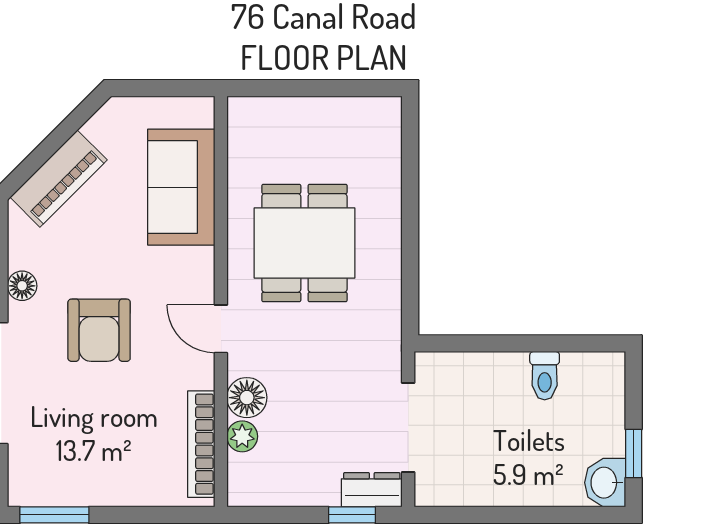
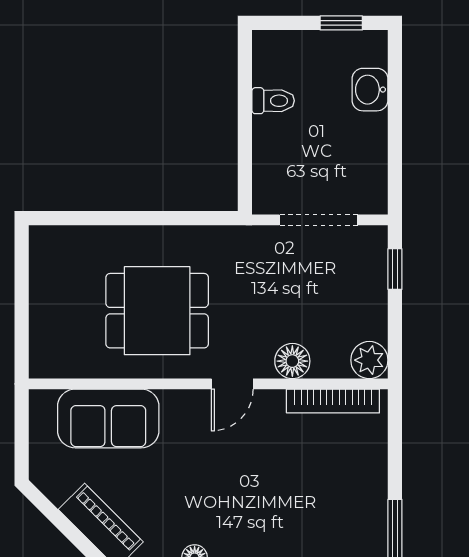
armchair: (99, 330) -> (233, 490), removed
plant: (242, 436) -> (369, 360), moved, width x1.38, depth x1.38
washbasin: (605, 483) -> (370, 90), moved, turned 90
dresser: (372, 490) -> (373, 252), removed

